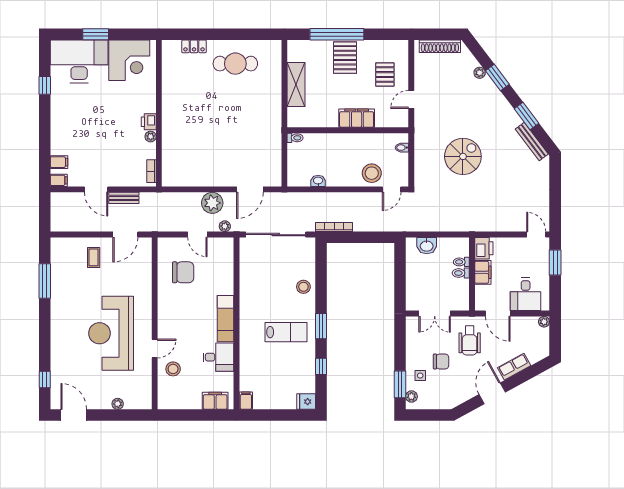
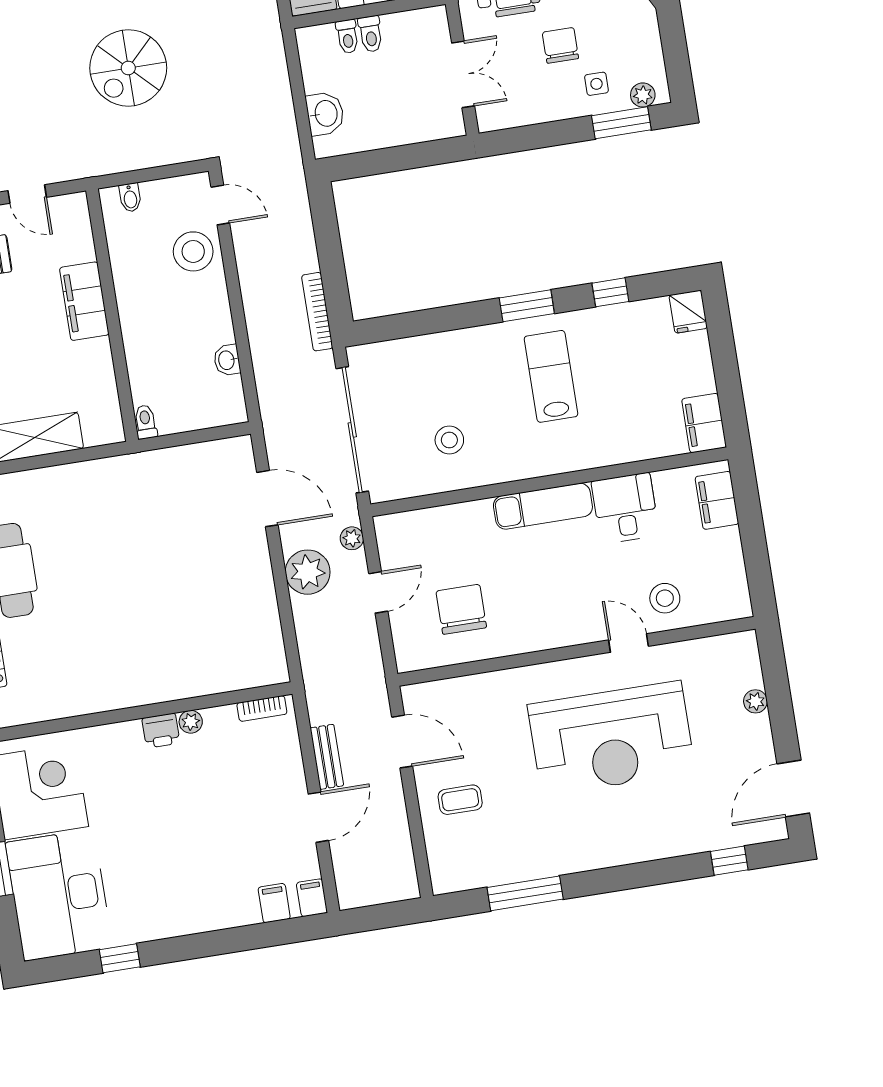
spiral stairs: (463, 156) -> (128, 68), turned -90
stool: (303, 287) -> (449, 440), moved
filing cabinet: (246, 401) -> (704, 423), width x2.00

